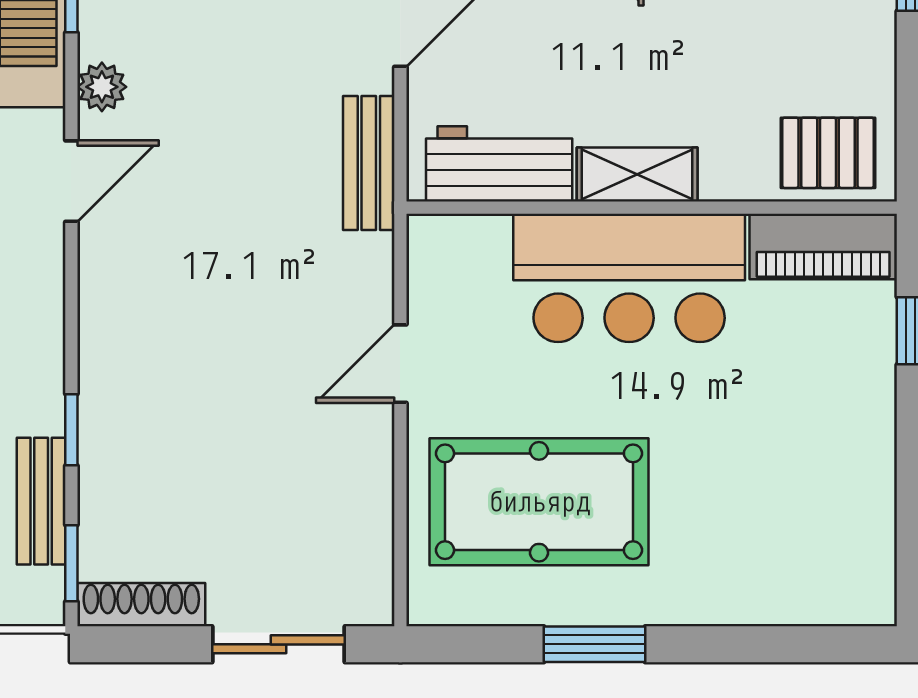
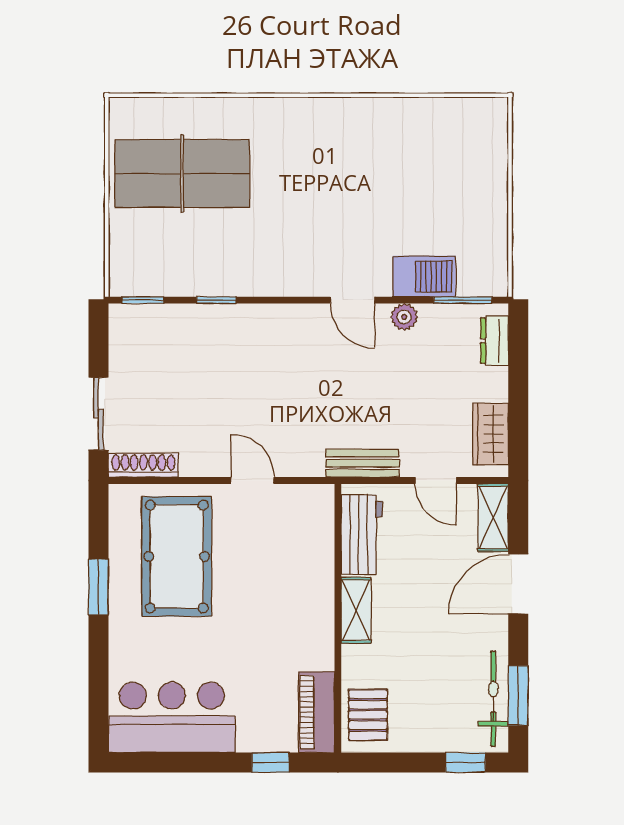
bar counter: (629, 278) -> (172, 717), moved, turned 90
bench: (41, 501) -> (177, 284), removed
shoe rack: (141, 605) -> (143, 465), moved, turned -90

